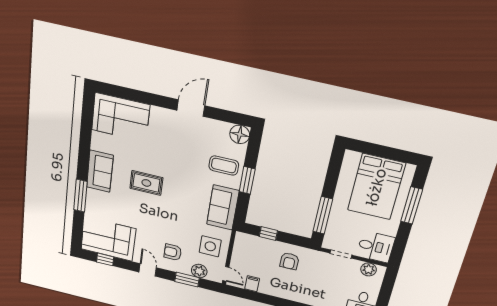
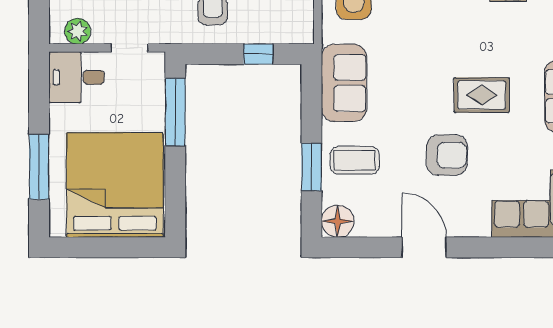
door: (191, 108) -> (424, 247), swing flipped
armchair: (170, 156) -> (447, 155), added
window: (247, 180) -> (312, 167), moved
bed: (376, 187) -> (115, 185), width x1.36

